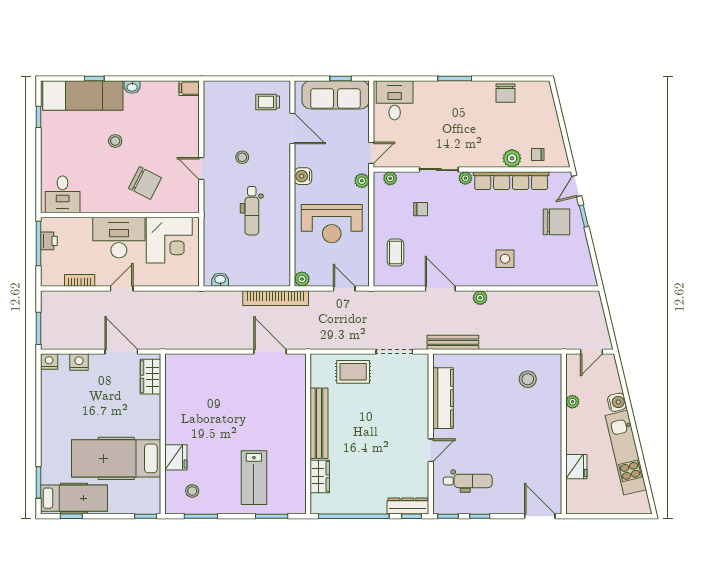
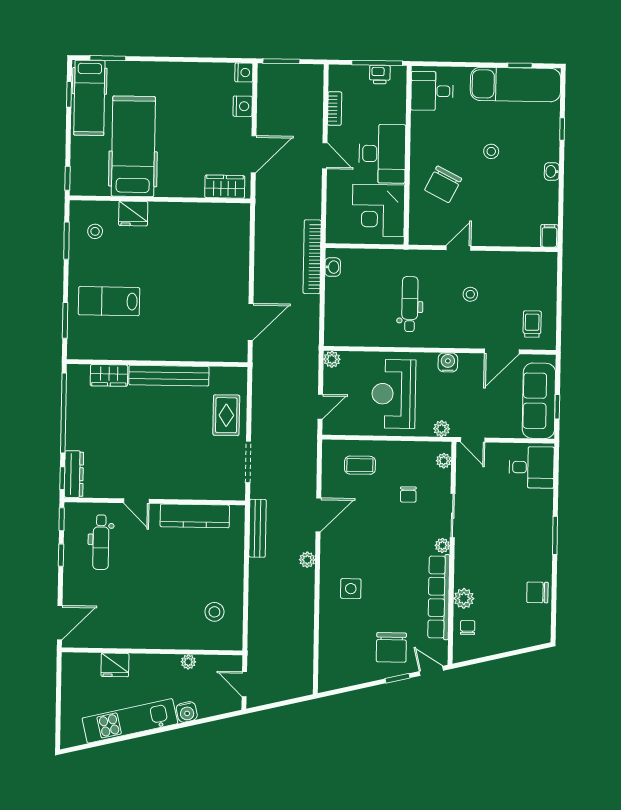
exam couch: (83, 95) -> (516, 84), moved, turned -90
dental chair: (252, 211) -> (410, 304), turned 90
bookcase: (276, 298) -> (312, 257), moved

